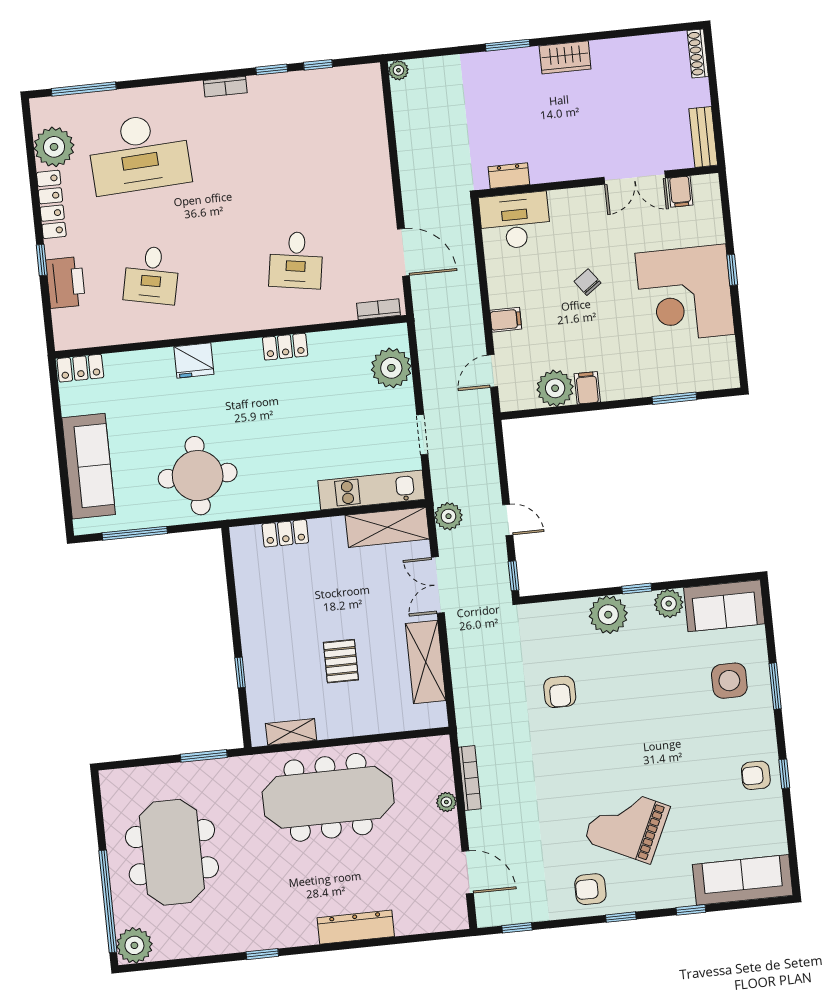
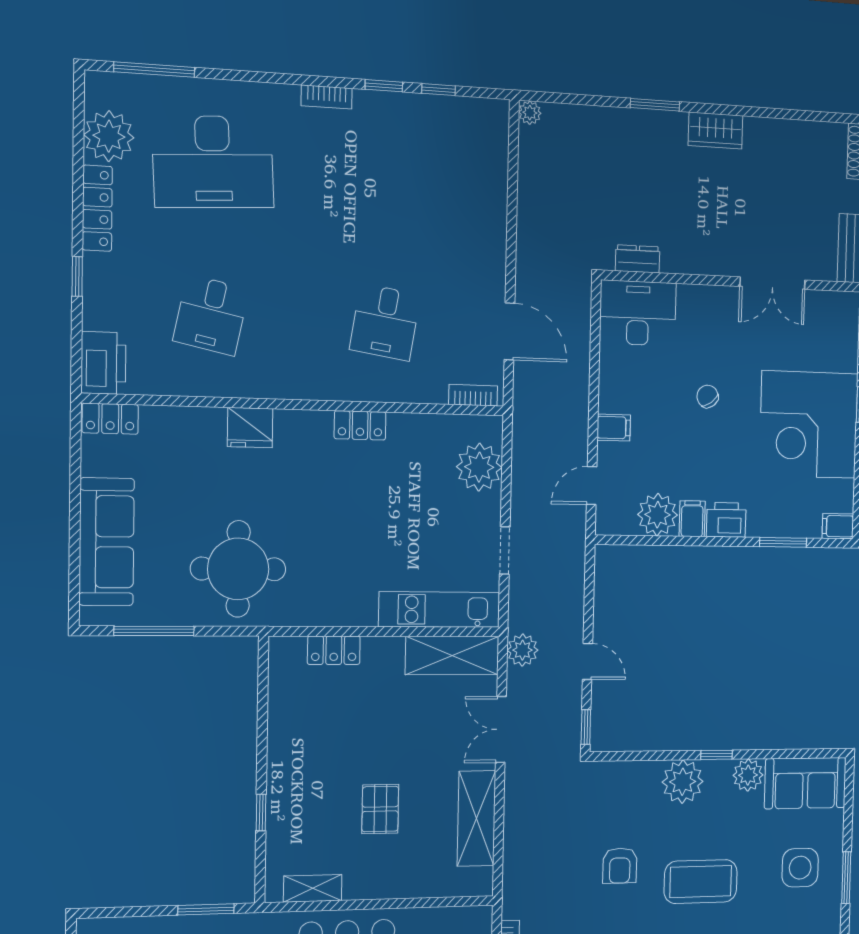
filing cabinet: (680, 192) -> (838, 526), moved, turned 90
printer: (66, 282) -> (103, 363), moved
printer: (619, 385) -> (726, 520), added
coffee table: (637, 700) -> (701, 882), added

